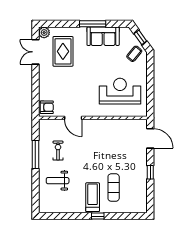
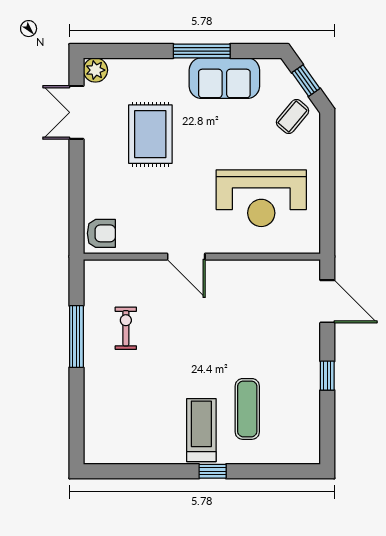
rug: (63, 51) -> (150, 134), moved
reception desk: (120, 91) -> (261, 198), turned 180
door: (73, 118) -> (186, 257), moved
weight bench: (58, 181) -> (125, 394), removed

